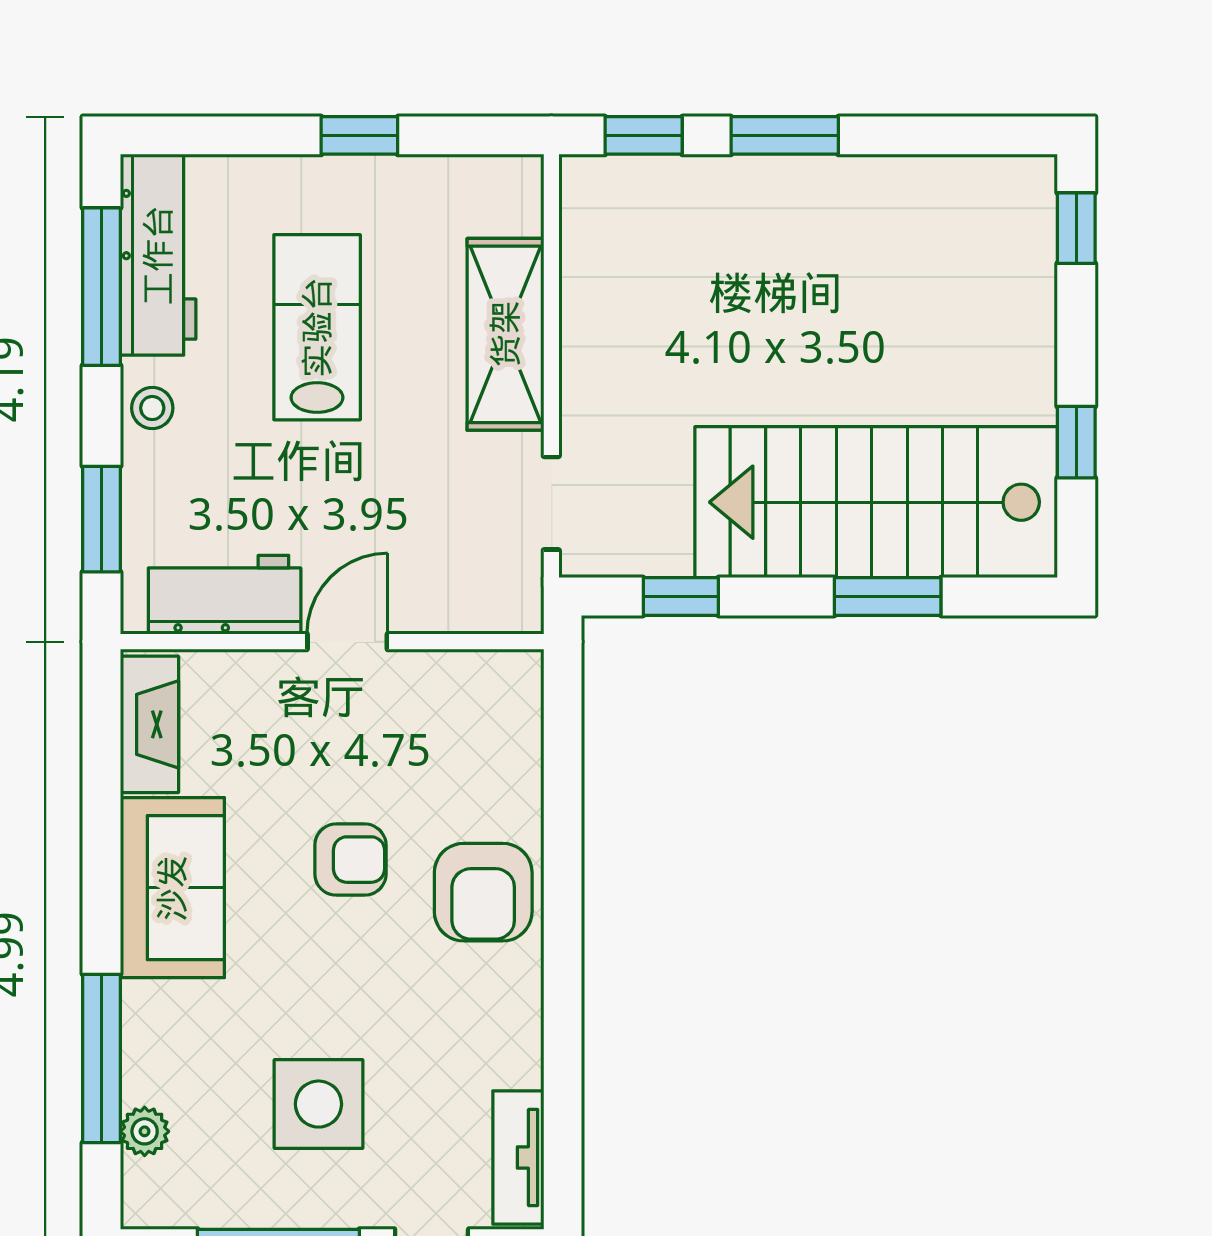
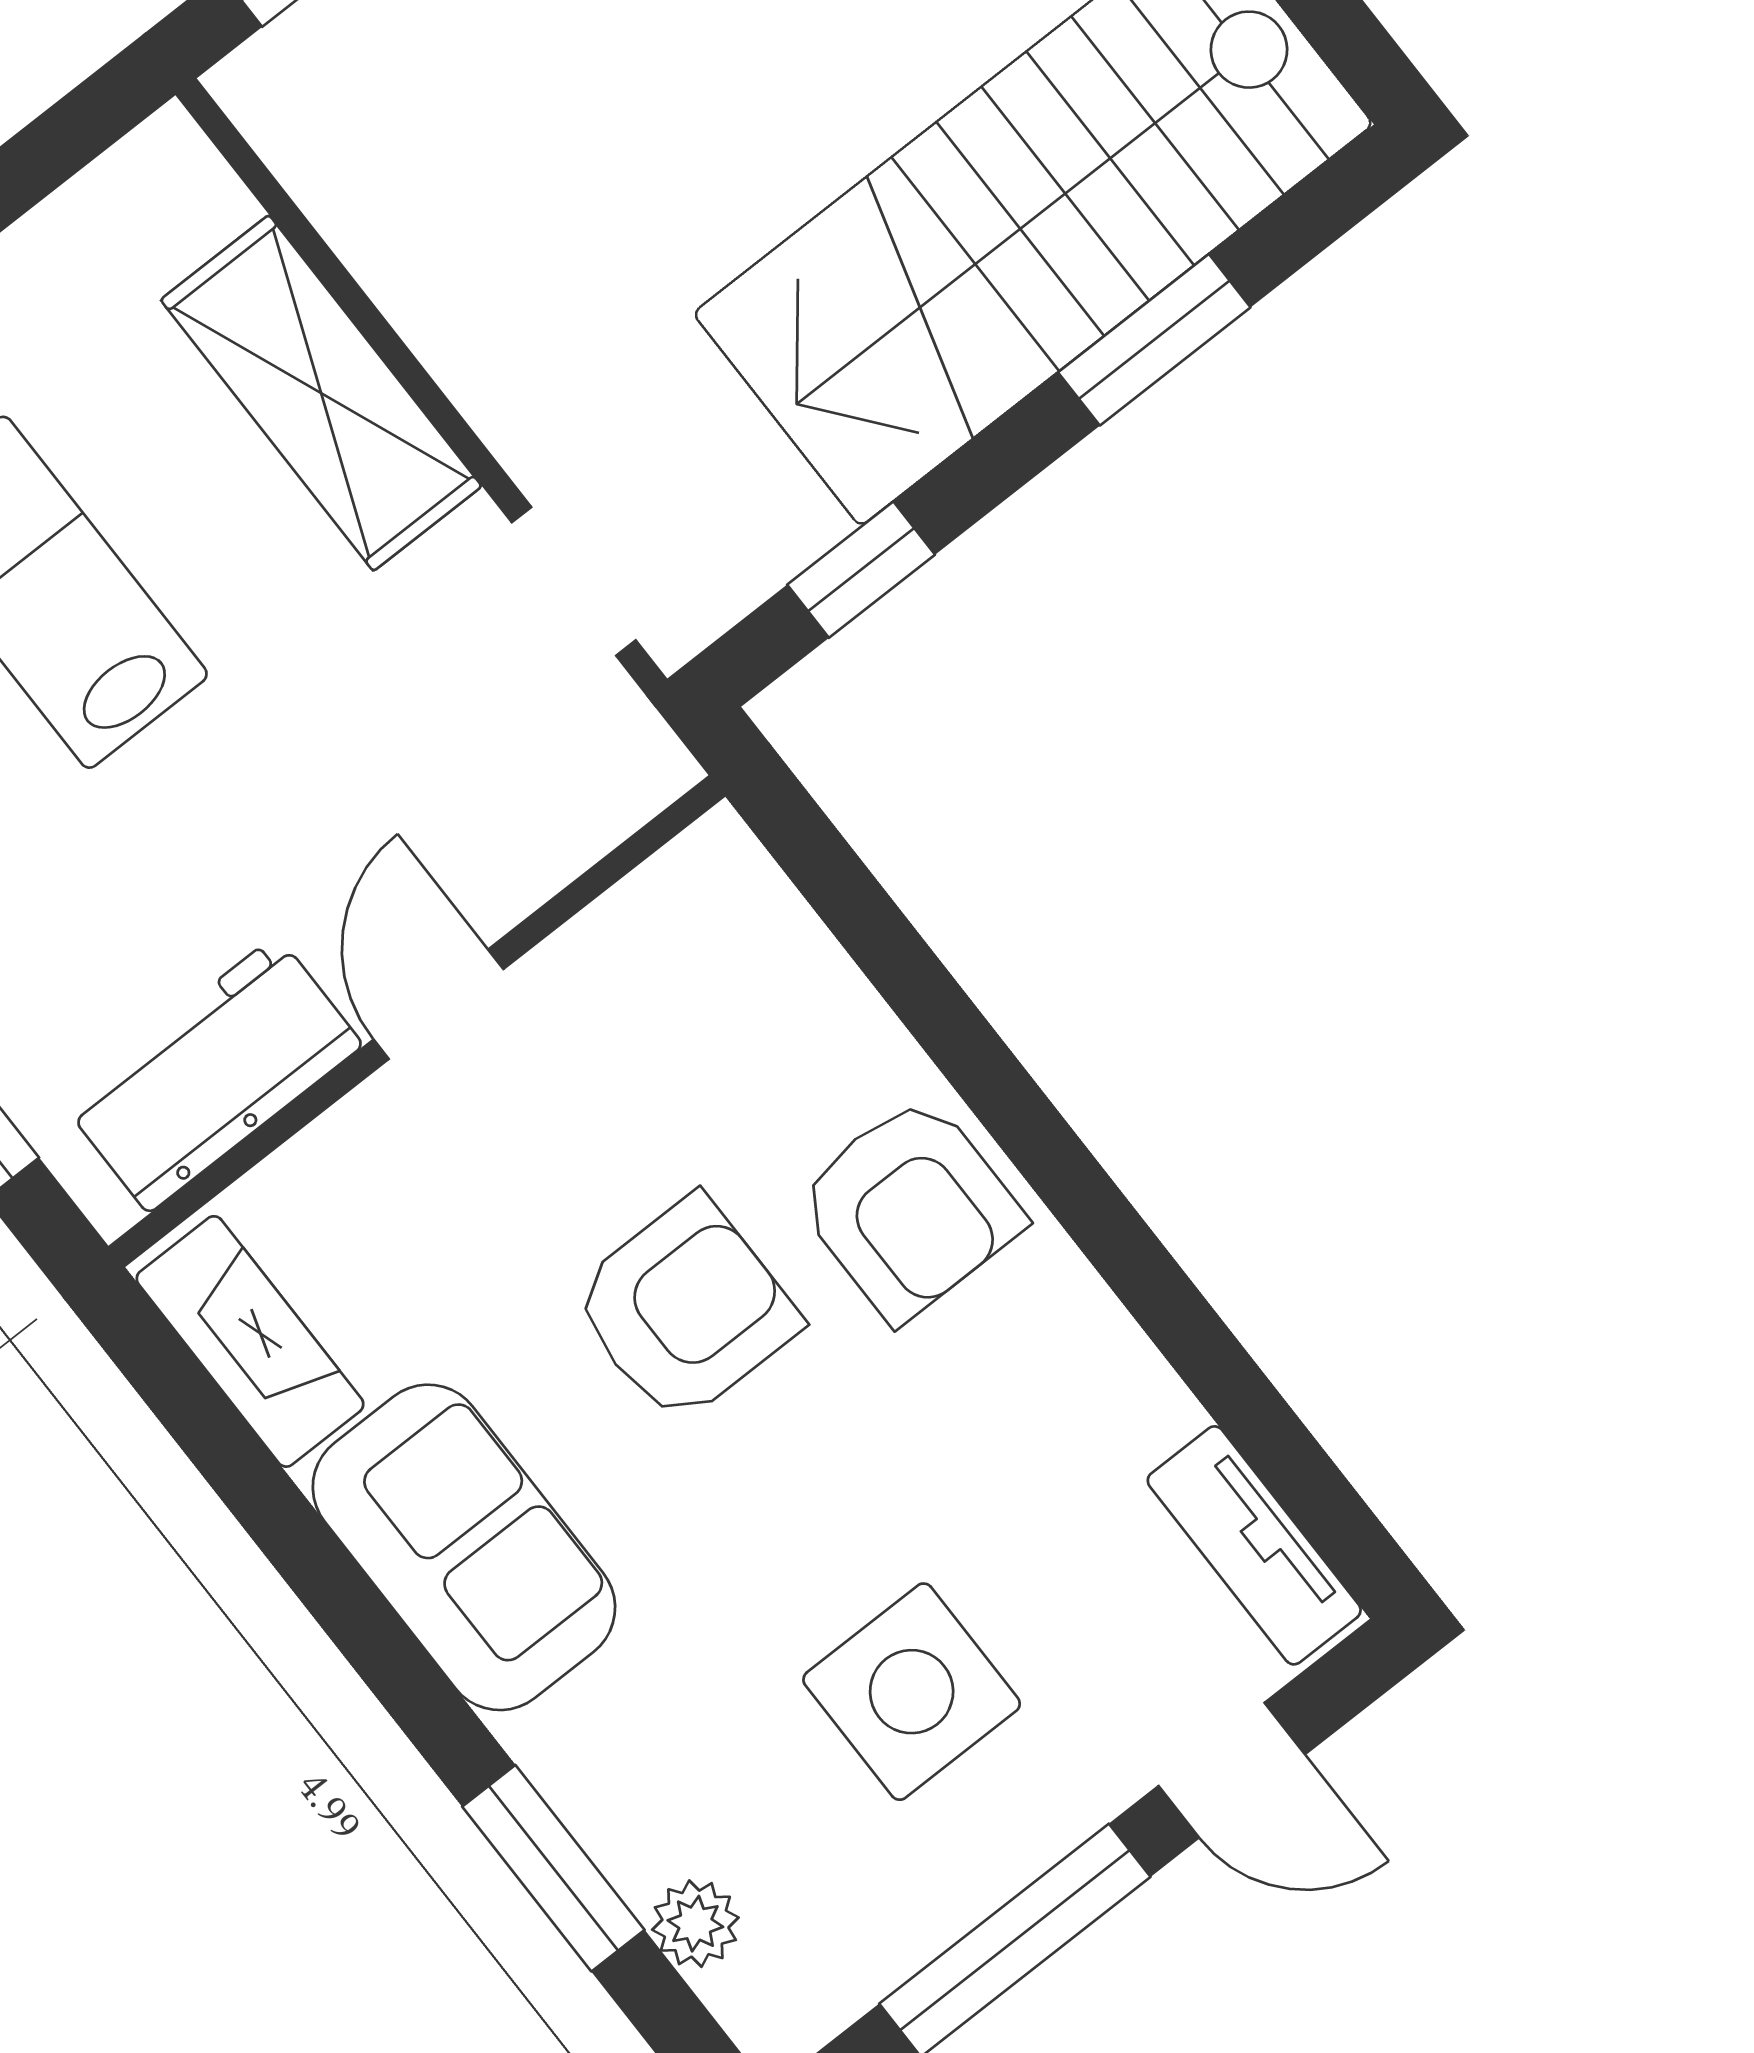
armchair: (350, 860) -> (685, 1310), width x1.38, depth x1.38
window: (101, 1058) -> (553, 1868), width x0.69

